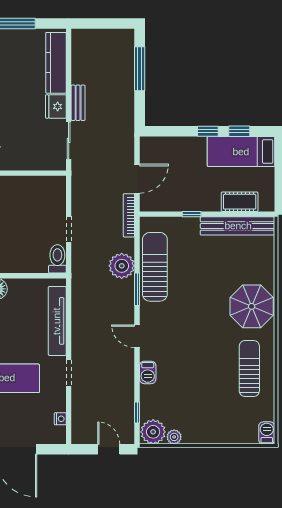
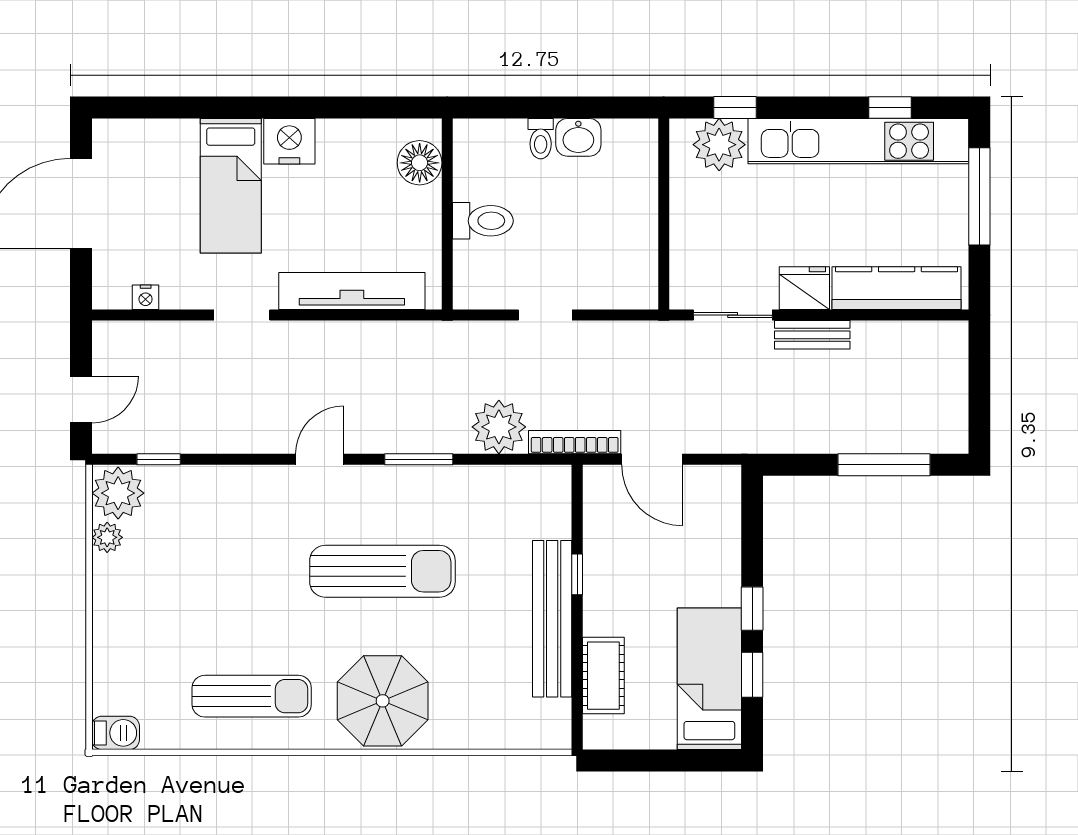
bench: (238, 226) -> (552, 619), moved
toilet: (57, 259) -> (483, 221), moved
plant: (122, 266) -> (499, 427), moved
sun lounger: (155, 267) -> (382, 571), moved
barbecue: (148, 372) -> (243, 482), removed

